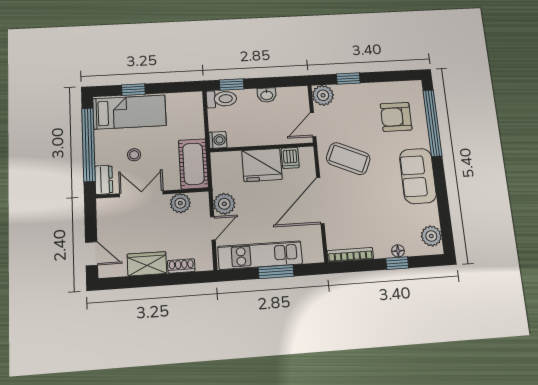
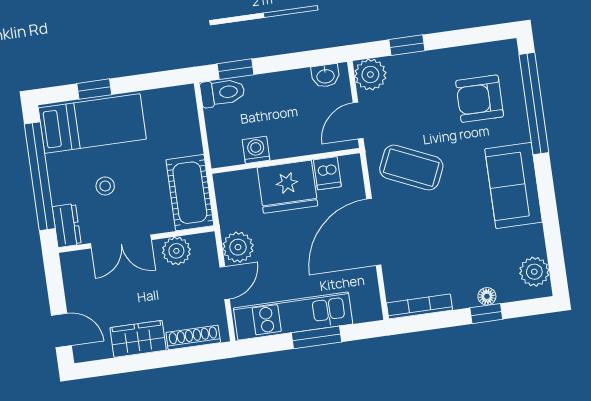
washbasin: (267, 95) -> (325, 76), moved
washing machine: (218, 140) -> (256, 150), moved, turned -90
double door: (141, 194) -> (121, 242), swing flipped
shoe rack: (181, 266) -> (193, 337), width x1.43

